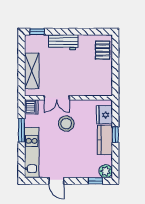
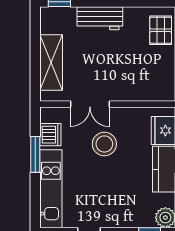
dishwasher: (31, 107) -> (50, 135), moved

